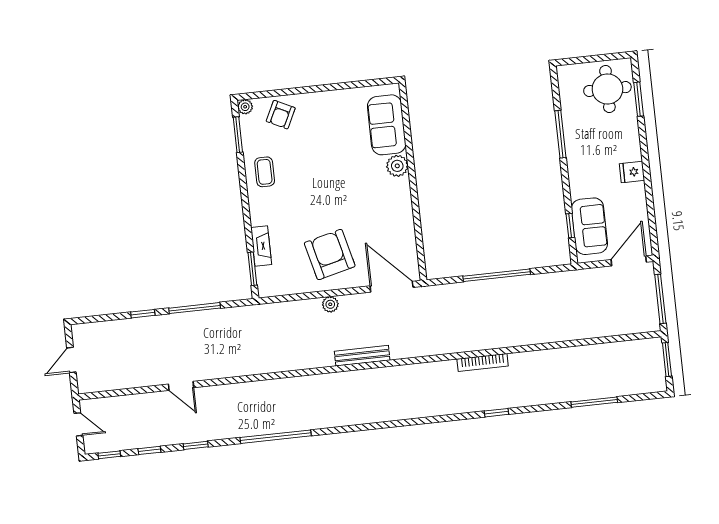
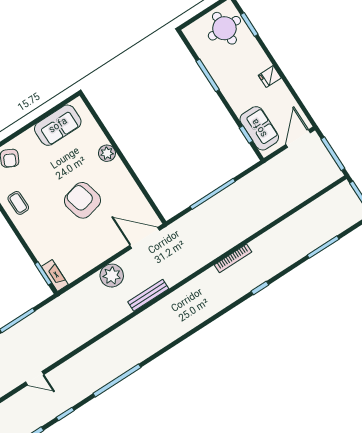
sofa: (387, 125) -> (58, 125), moved, turned -90
fireplace: (261, 246) -> (55, 276), moved
armchair: (330, 255) -> (82, 200), moved
plant: (330, 304) -> (112, 276), width x1.88, depth x1.88

